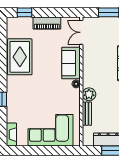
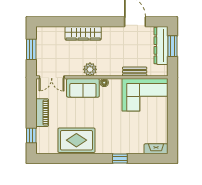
plant: (89, 94) -> (90, 69), moved
corner sofa: (50, 130) -> (145, 95), moved, turned -90

